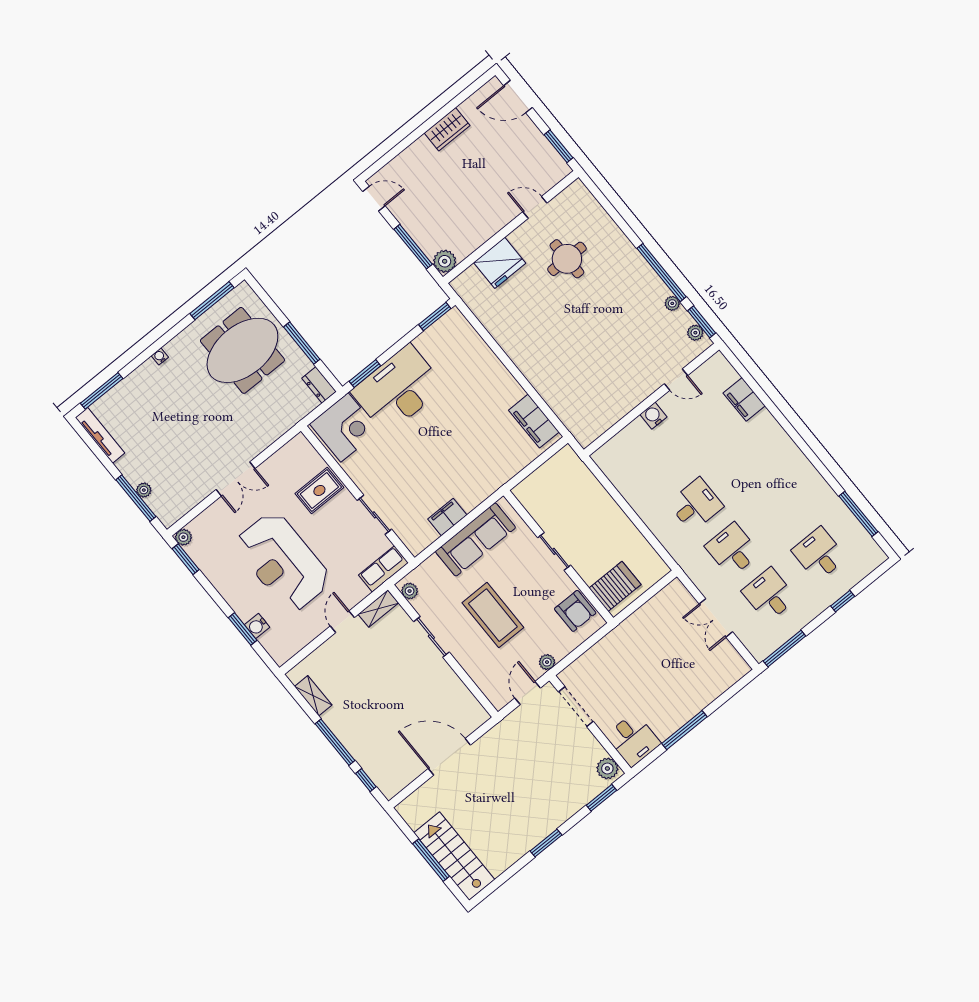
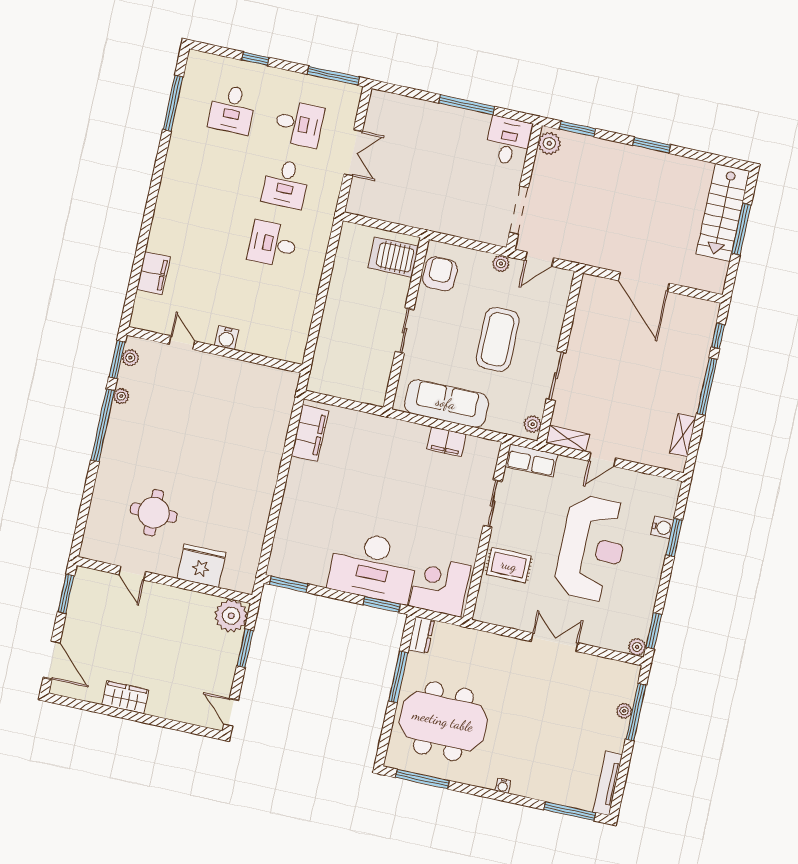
window: (413, 247) -> (245, 648), width x0.69
plant: (445, 261) -> (231, 616), width x1.36, depth x1.36
desk: (769, 595) -> (299, 124), turned -90

